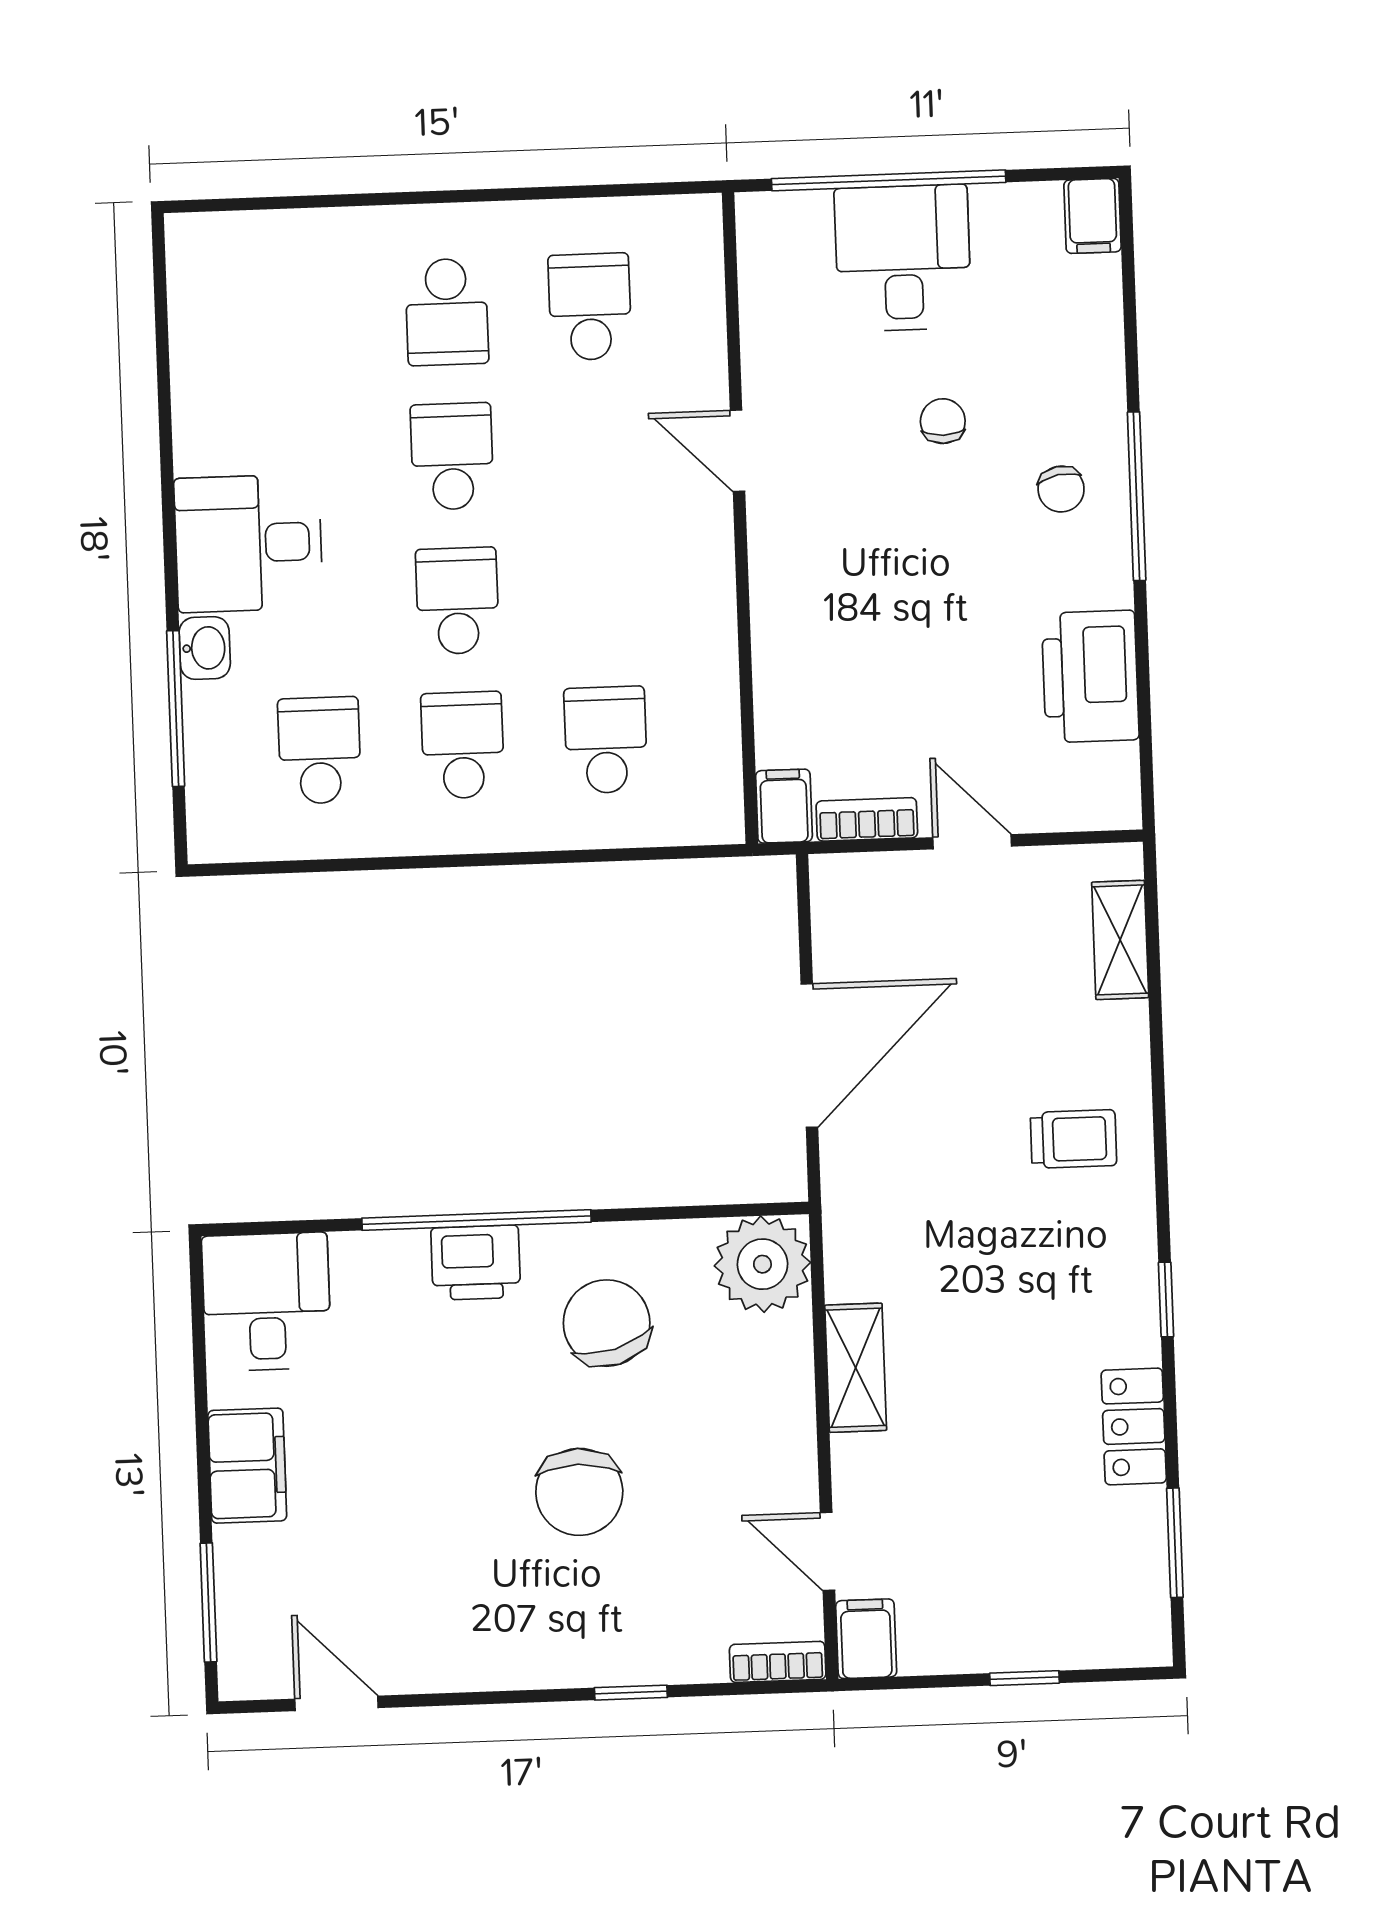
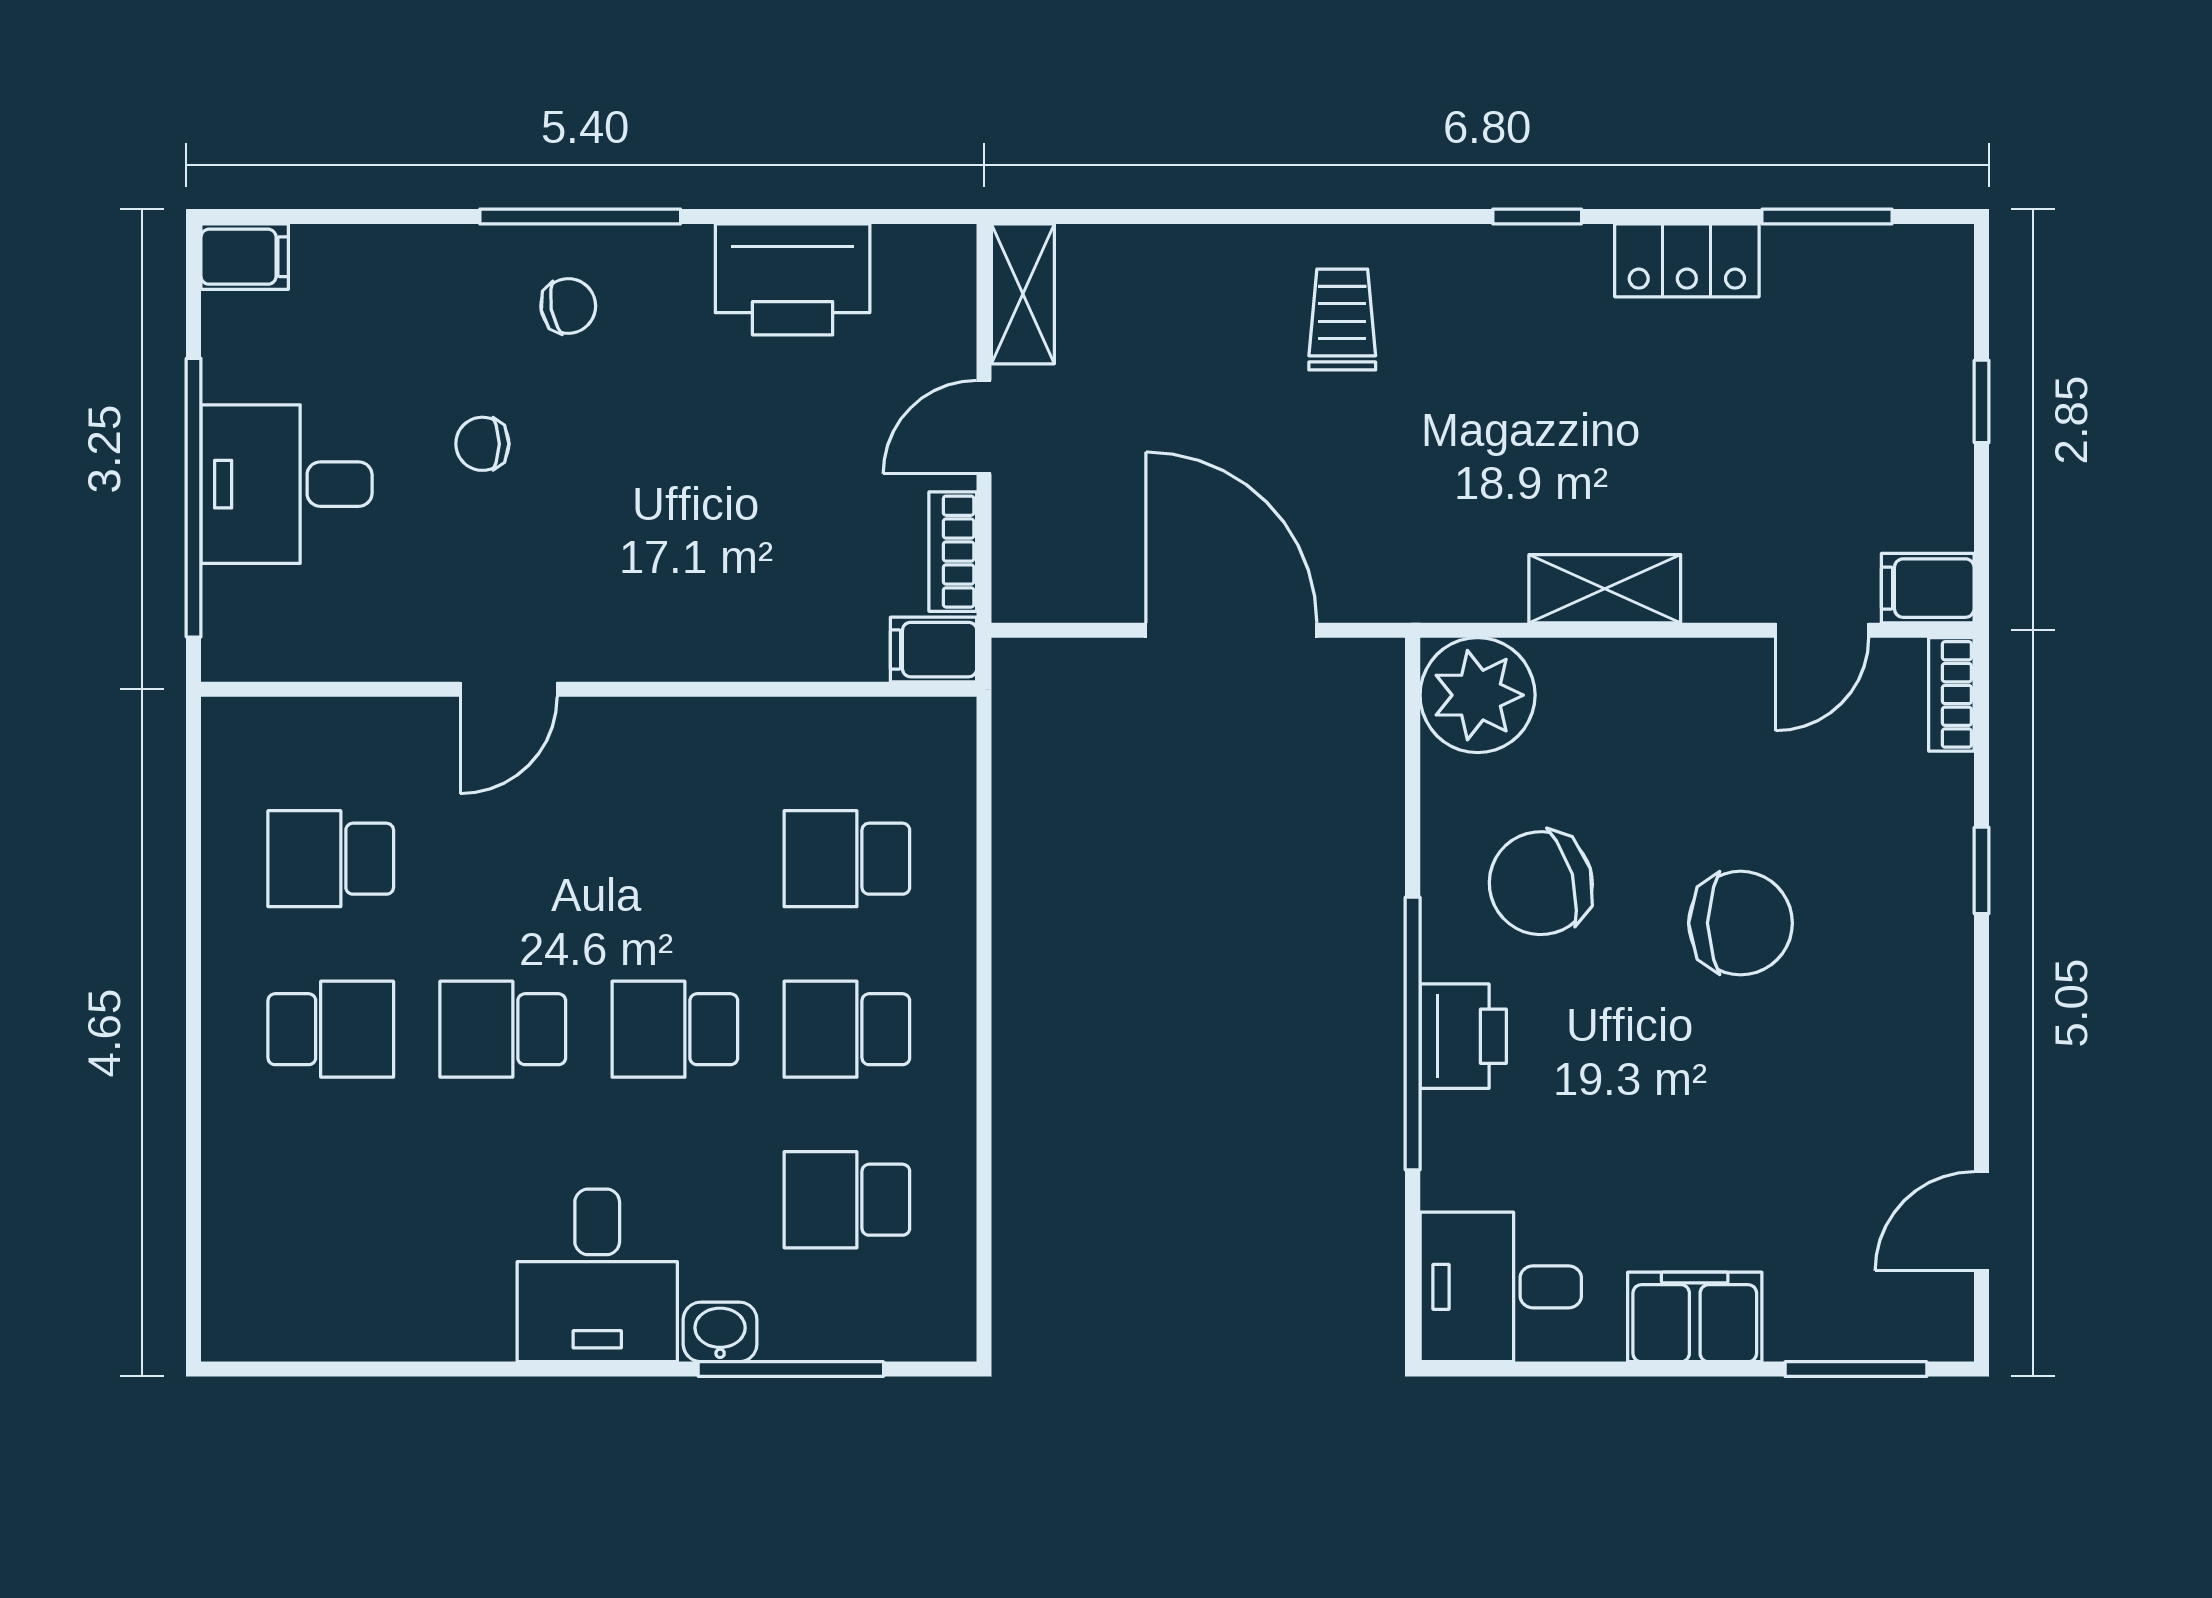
shelving: (1120, 940) -> (1023, 294), moved, turned 90

